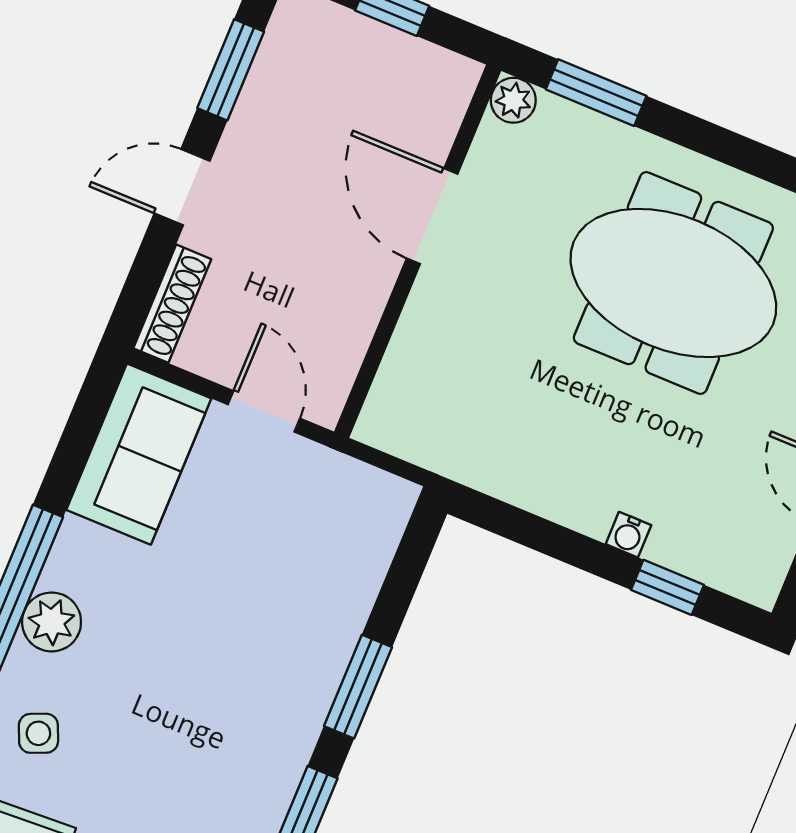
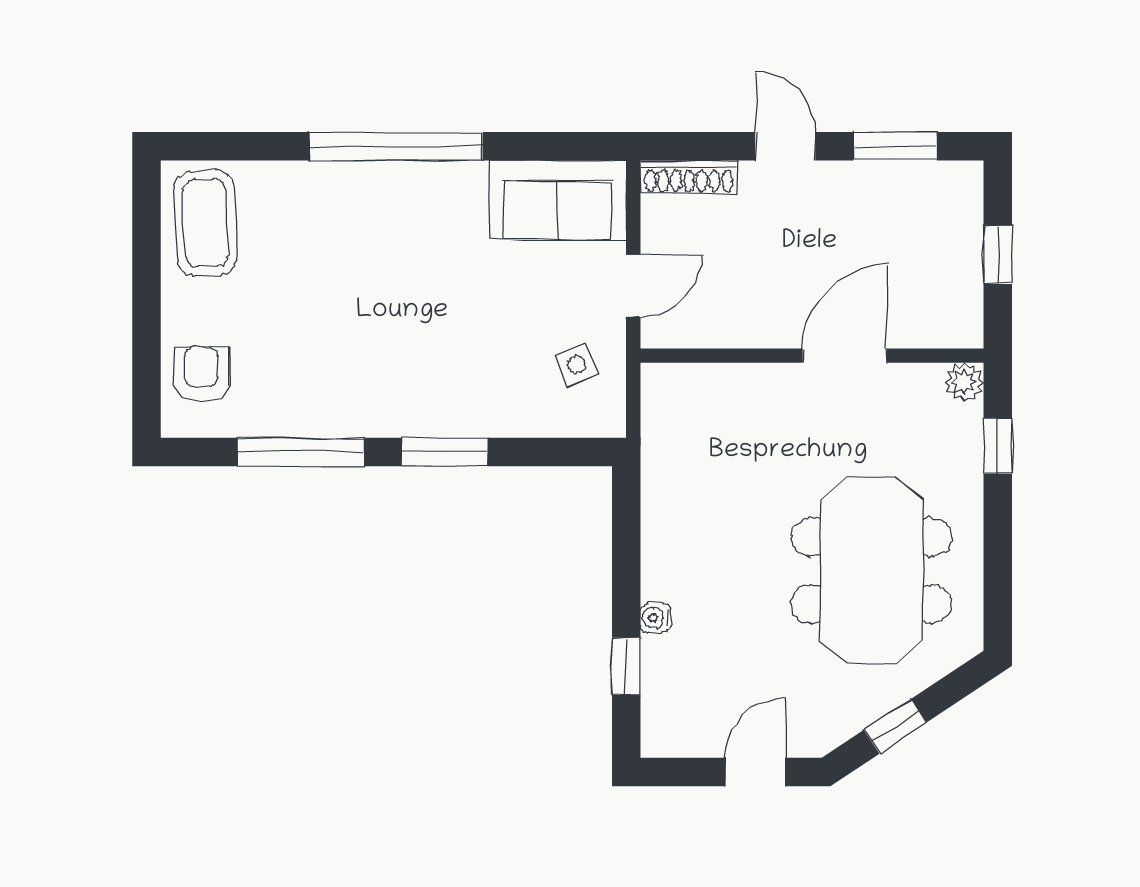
window: (596, 93) -> (998, 446), width x0.67
plant: (52, 622) -> (395, 186), removed
side table: (38, 733) -> (576, 365), moved

